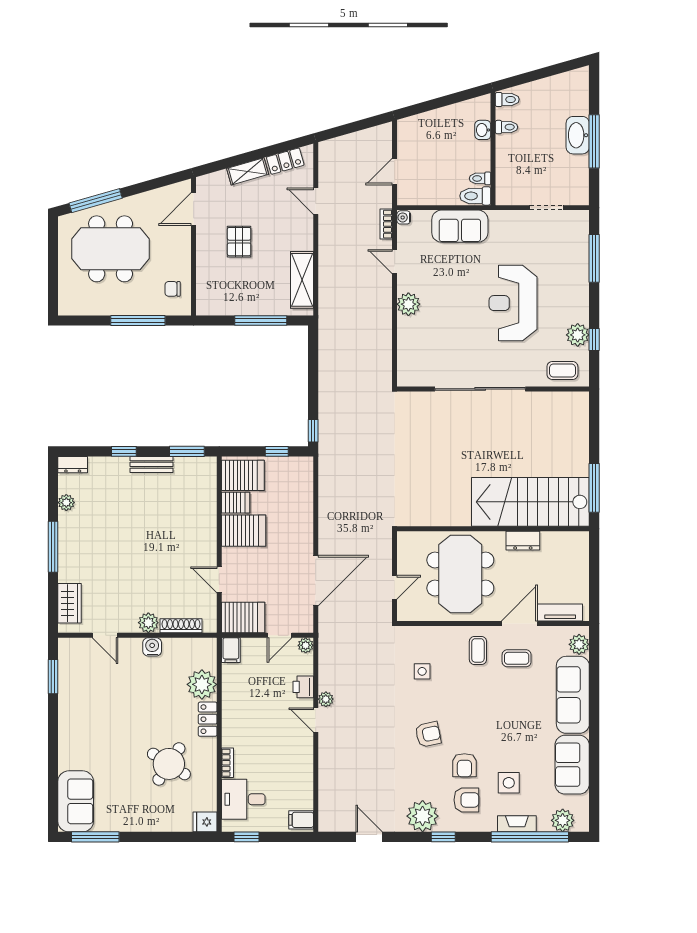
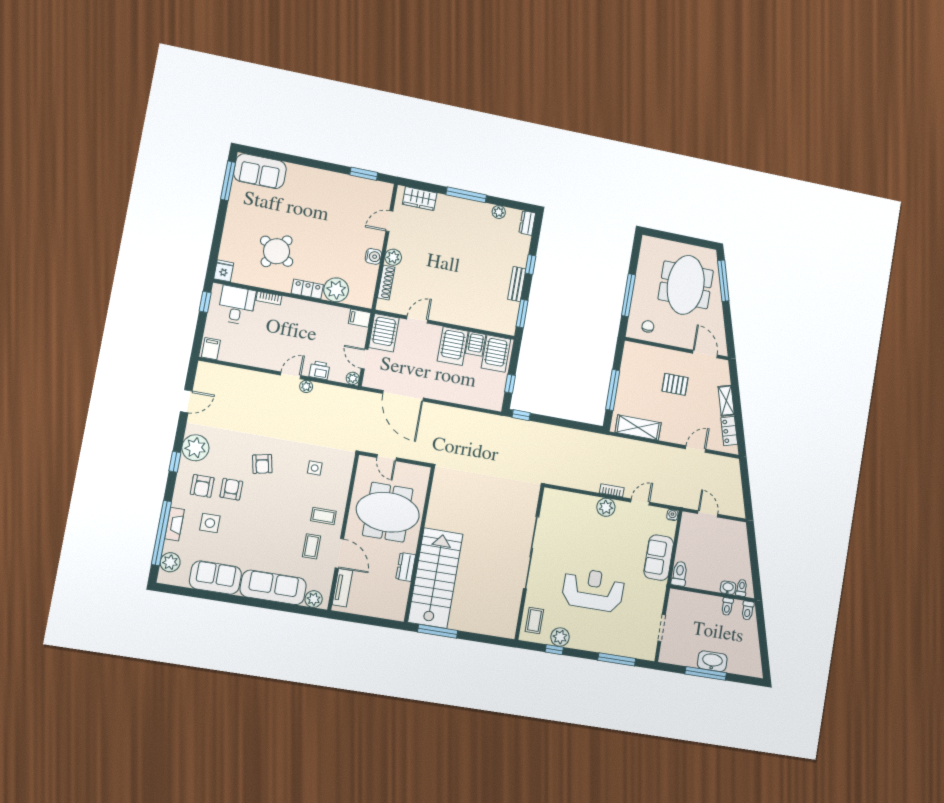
toilet: (480, 178) -> (742, 588), moved
bookcase: (386, 224) -> (612, 490), moved
armchair: (464, 765) -> (231, 489), turned 90

